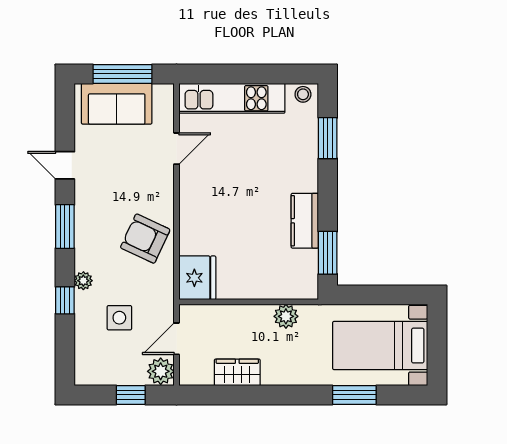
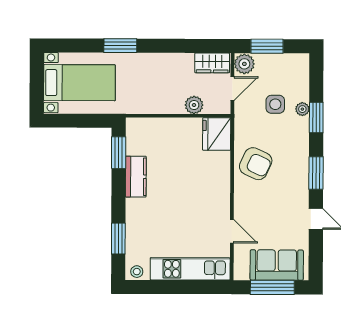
door: (176, 149) -> (232, 231), swing flipped
plant: (83, 281) -> (302, 109), moved
window: (65, 300) -> (316, 118), width x1.50
plant: (286, 316) -> (194, 105), moved
wardrobe: (237, 372) -> (212, 63), moved
window: (131, 395) -> (267, 46), width x1.50
window: (354, 395) -> (120, 46), moved

